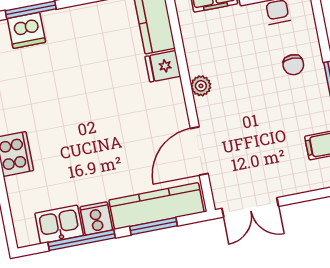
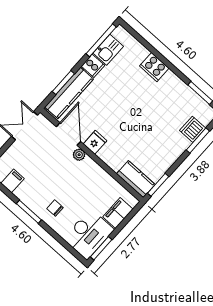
fridge: (163, 66) -> (95, 142), moved
plant: (201, 86) -> (79, 155), moved
window: (82, 240) -> (101, 40), moved

